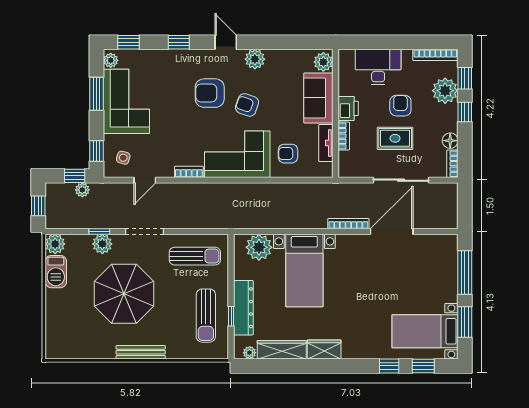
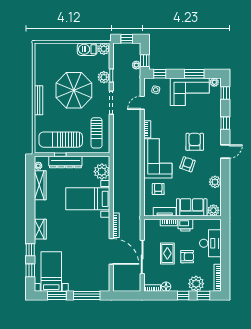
plant: (255, 59) -> (215, 182), moved
door: (145, 180) -> (142, 103), hinge flipped
sun lounger: (206, 316) -> (61, 140), width x1.36, depth x1.34
wardrobe: (324, 349) -> (40, 229), moved

